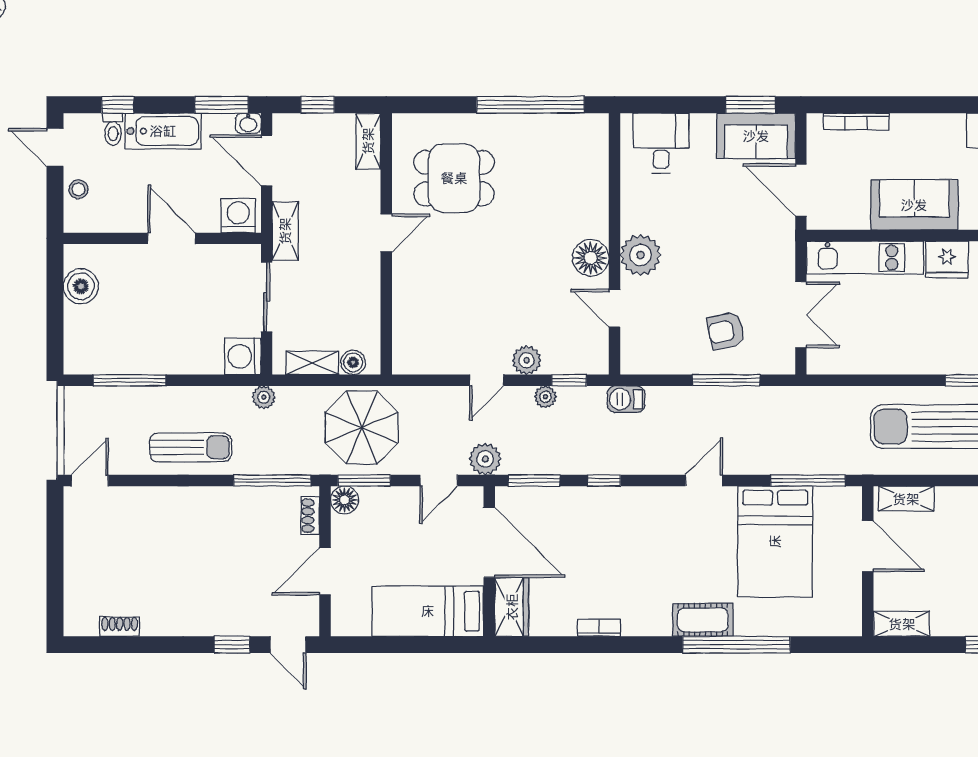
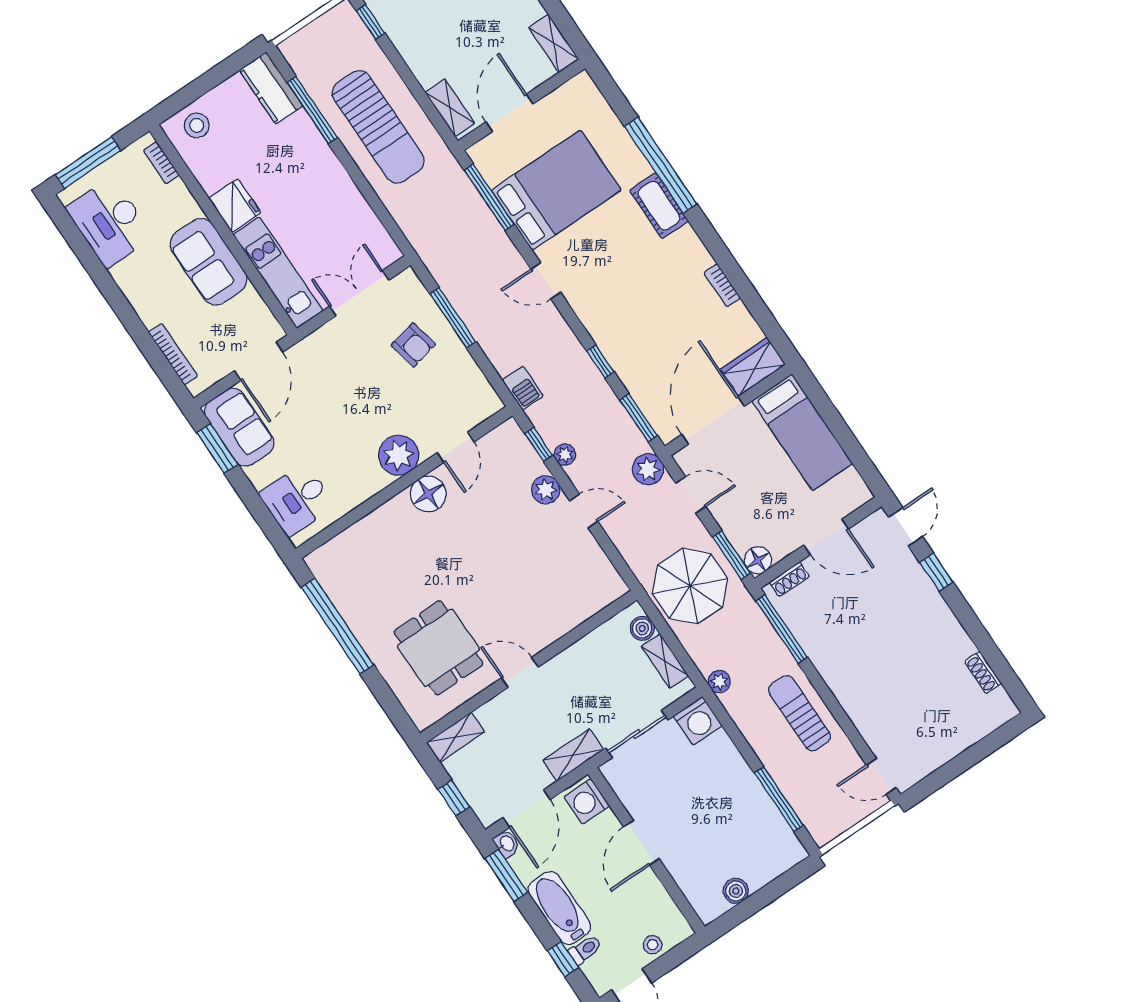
boiler: (81, 286) -> (736, 891), width x0.73, depth x0.73

